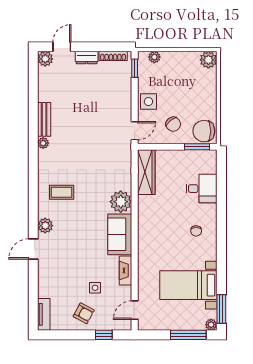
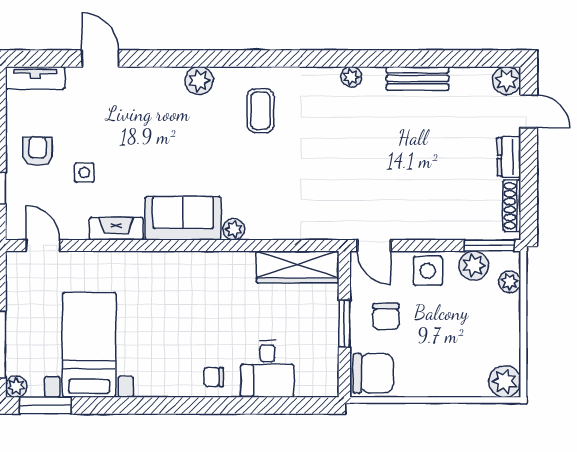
window: (135, 68) -> (489, 245), width x1.50
plant: (146, 77) -> (474, 266), added
bench: (44, 119) -> (418, 78), moved
chair: (173, 124) -> (386, 317), turned -51
chair: (204, 131) -> (373, 373), turned 90
window: (197, 147) -> (344, 324), moved
plant: (121, 202) -> (234, 229), width x0.53, depth x0.53
chair: (196, 231) -> (214, 377), moved
door: (33, 249) -> (100, 58), moved
armchair: (84, 313) -> (37, 152), turned 152

